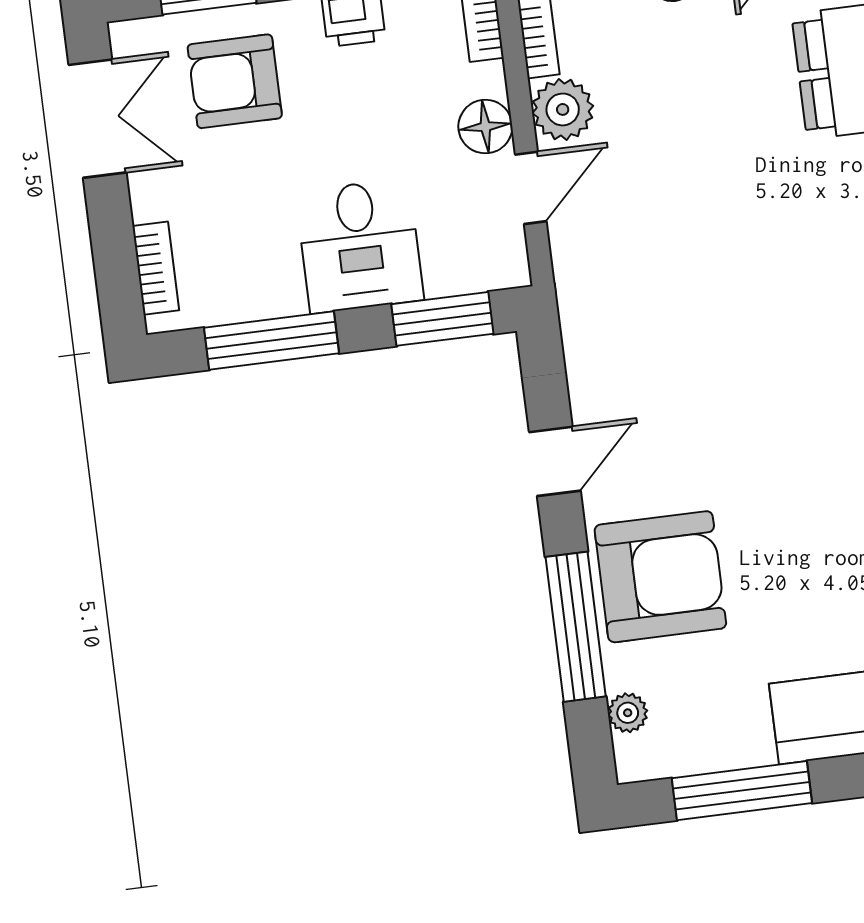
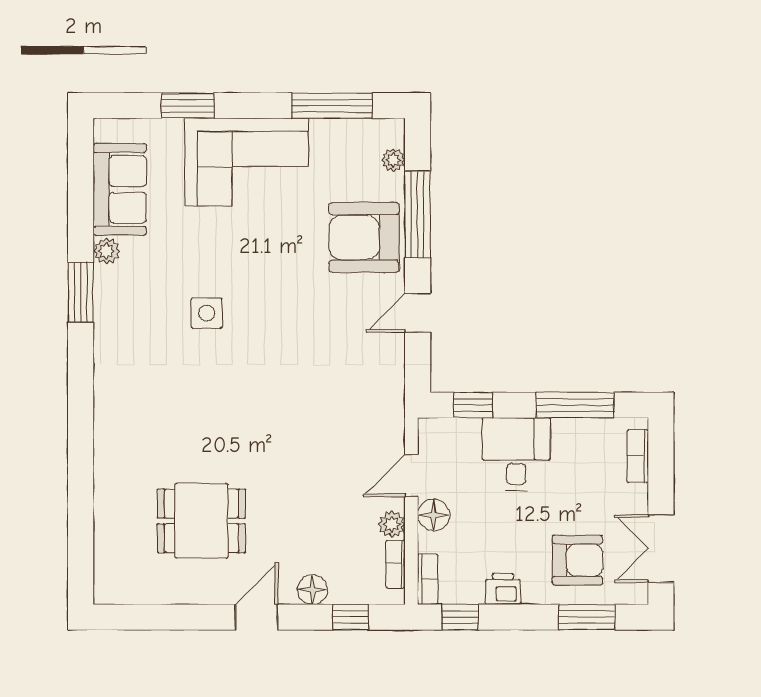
plant: (563, 109) -> (392, 524), width x0.73, depth x0.73
window: (442, 319) -> (473, 405), width x0.67

